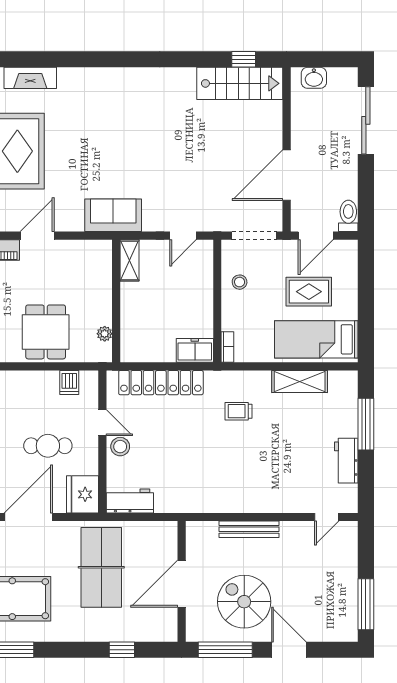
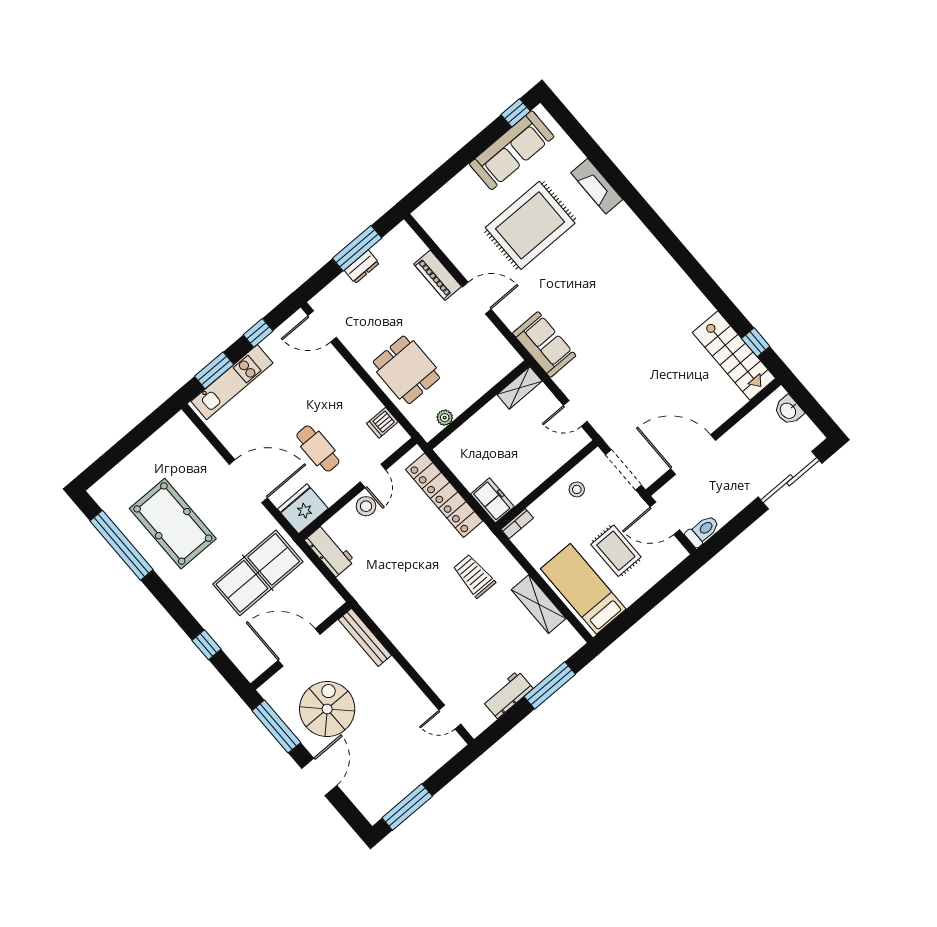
dining table: (46, 332) -> (406, 370), turned 90
trolley: (239, 411) -> (474, 576), width x1.36, depth x1.39
bench: (249, 529) -> (365, 637), moved

